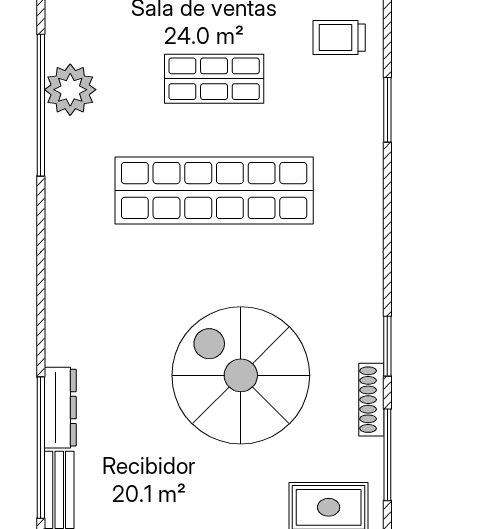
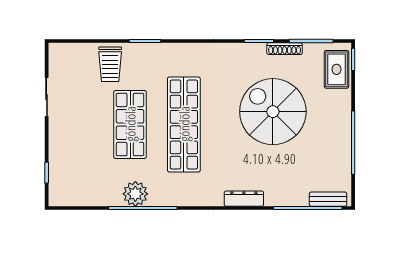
trolley: (339, 38) -> (110, 64), width x1.36, depth x1.39
shop shelf: (214, 79) -> (130, 124), width x1.43, depth x1.36
spiral stairs: (241, 375) -> (273, 112), turned 90
dresser: (60, 408) -> (244, 199), moved

